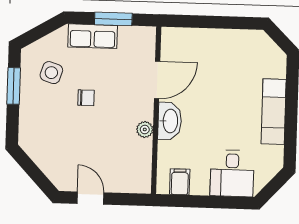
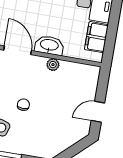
filing cabinet: (180, 182) -> (96, 37), width x2.00

